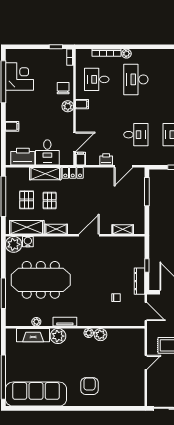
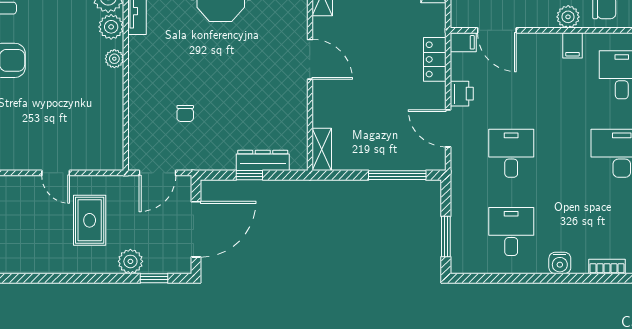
desk: (136, 135) -> (511, 153), turned 180
locker: (73, 173) -> (435, 59), moved
shelving: (123, 229) -> (322, 149), moved
dresser: (140, 281) -> (263, 160), moved
plant: (100, 335) -> (111, 27), moved

